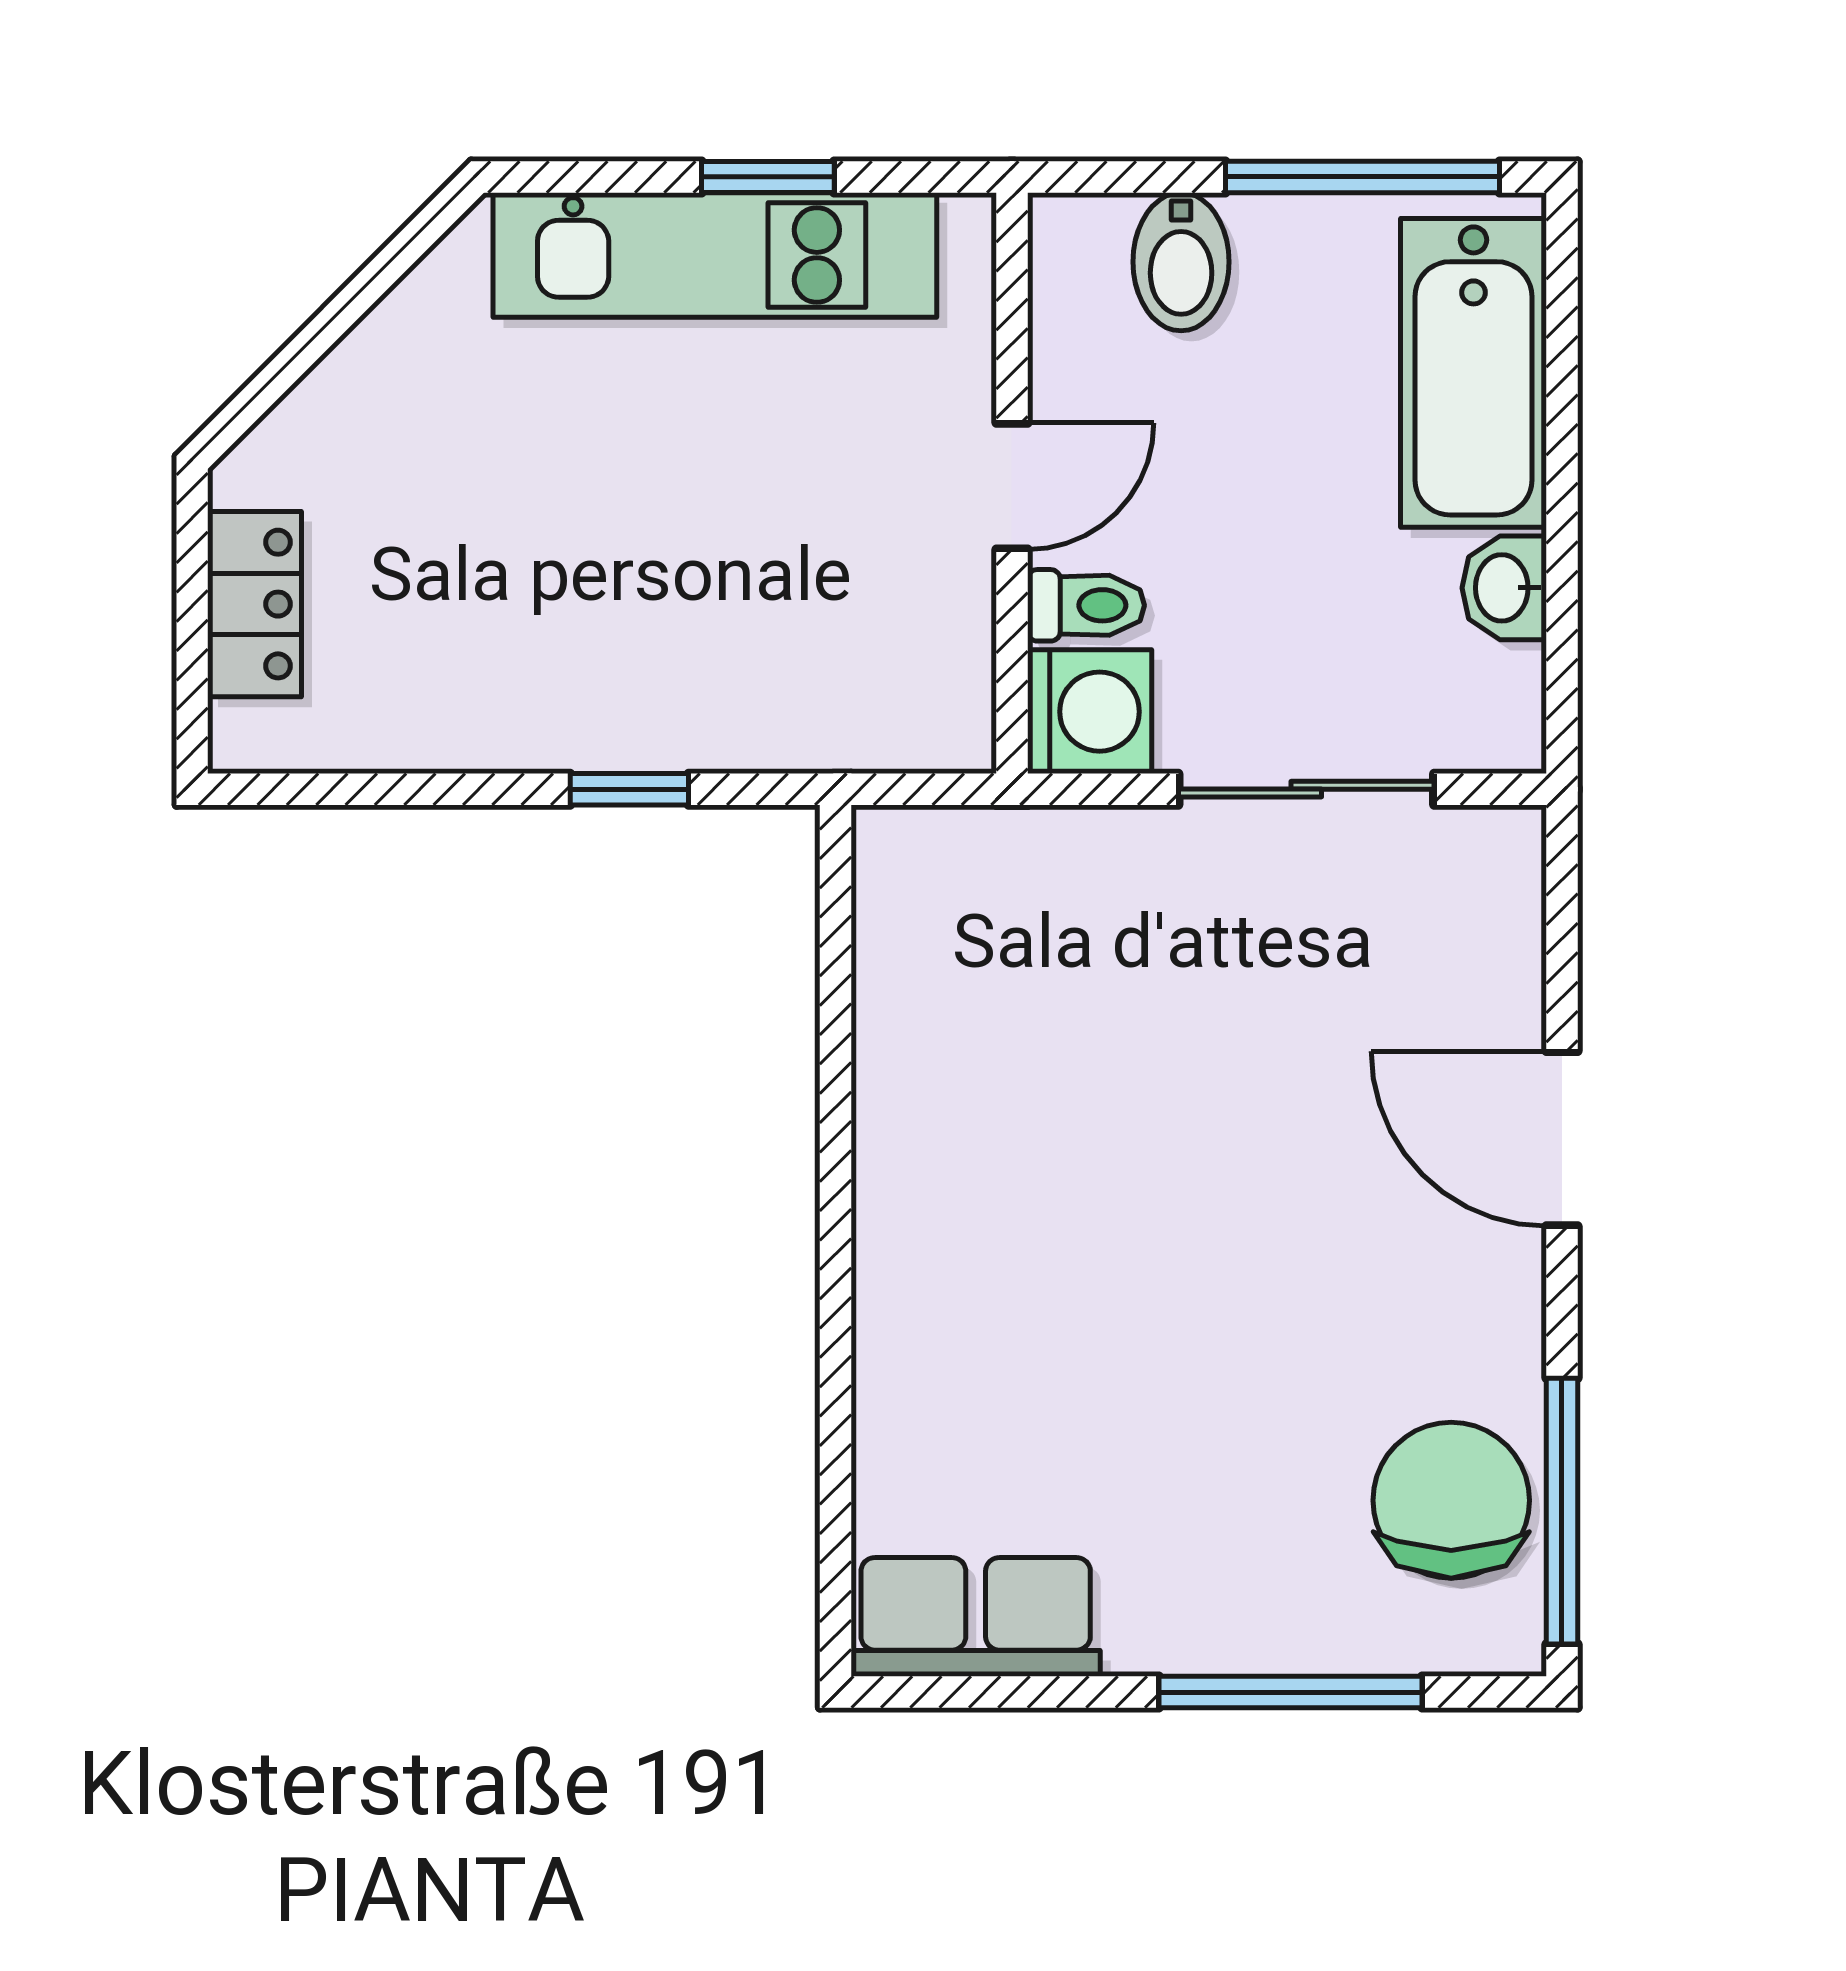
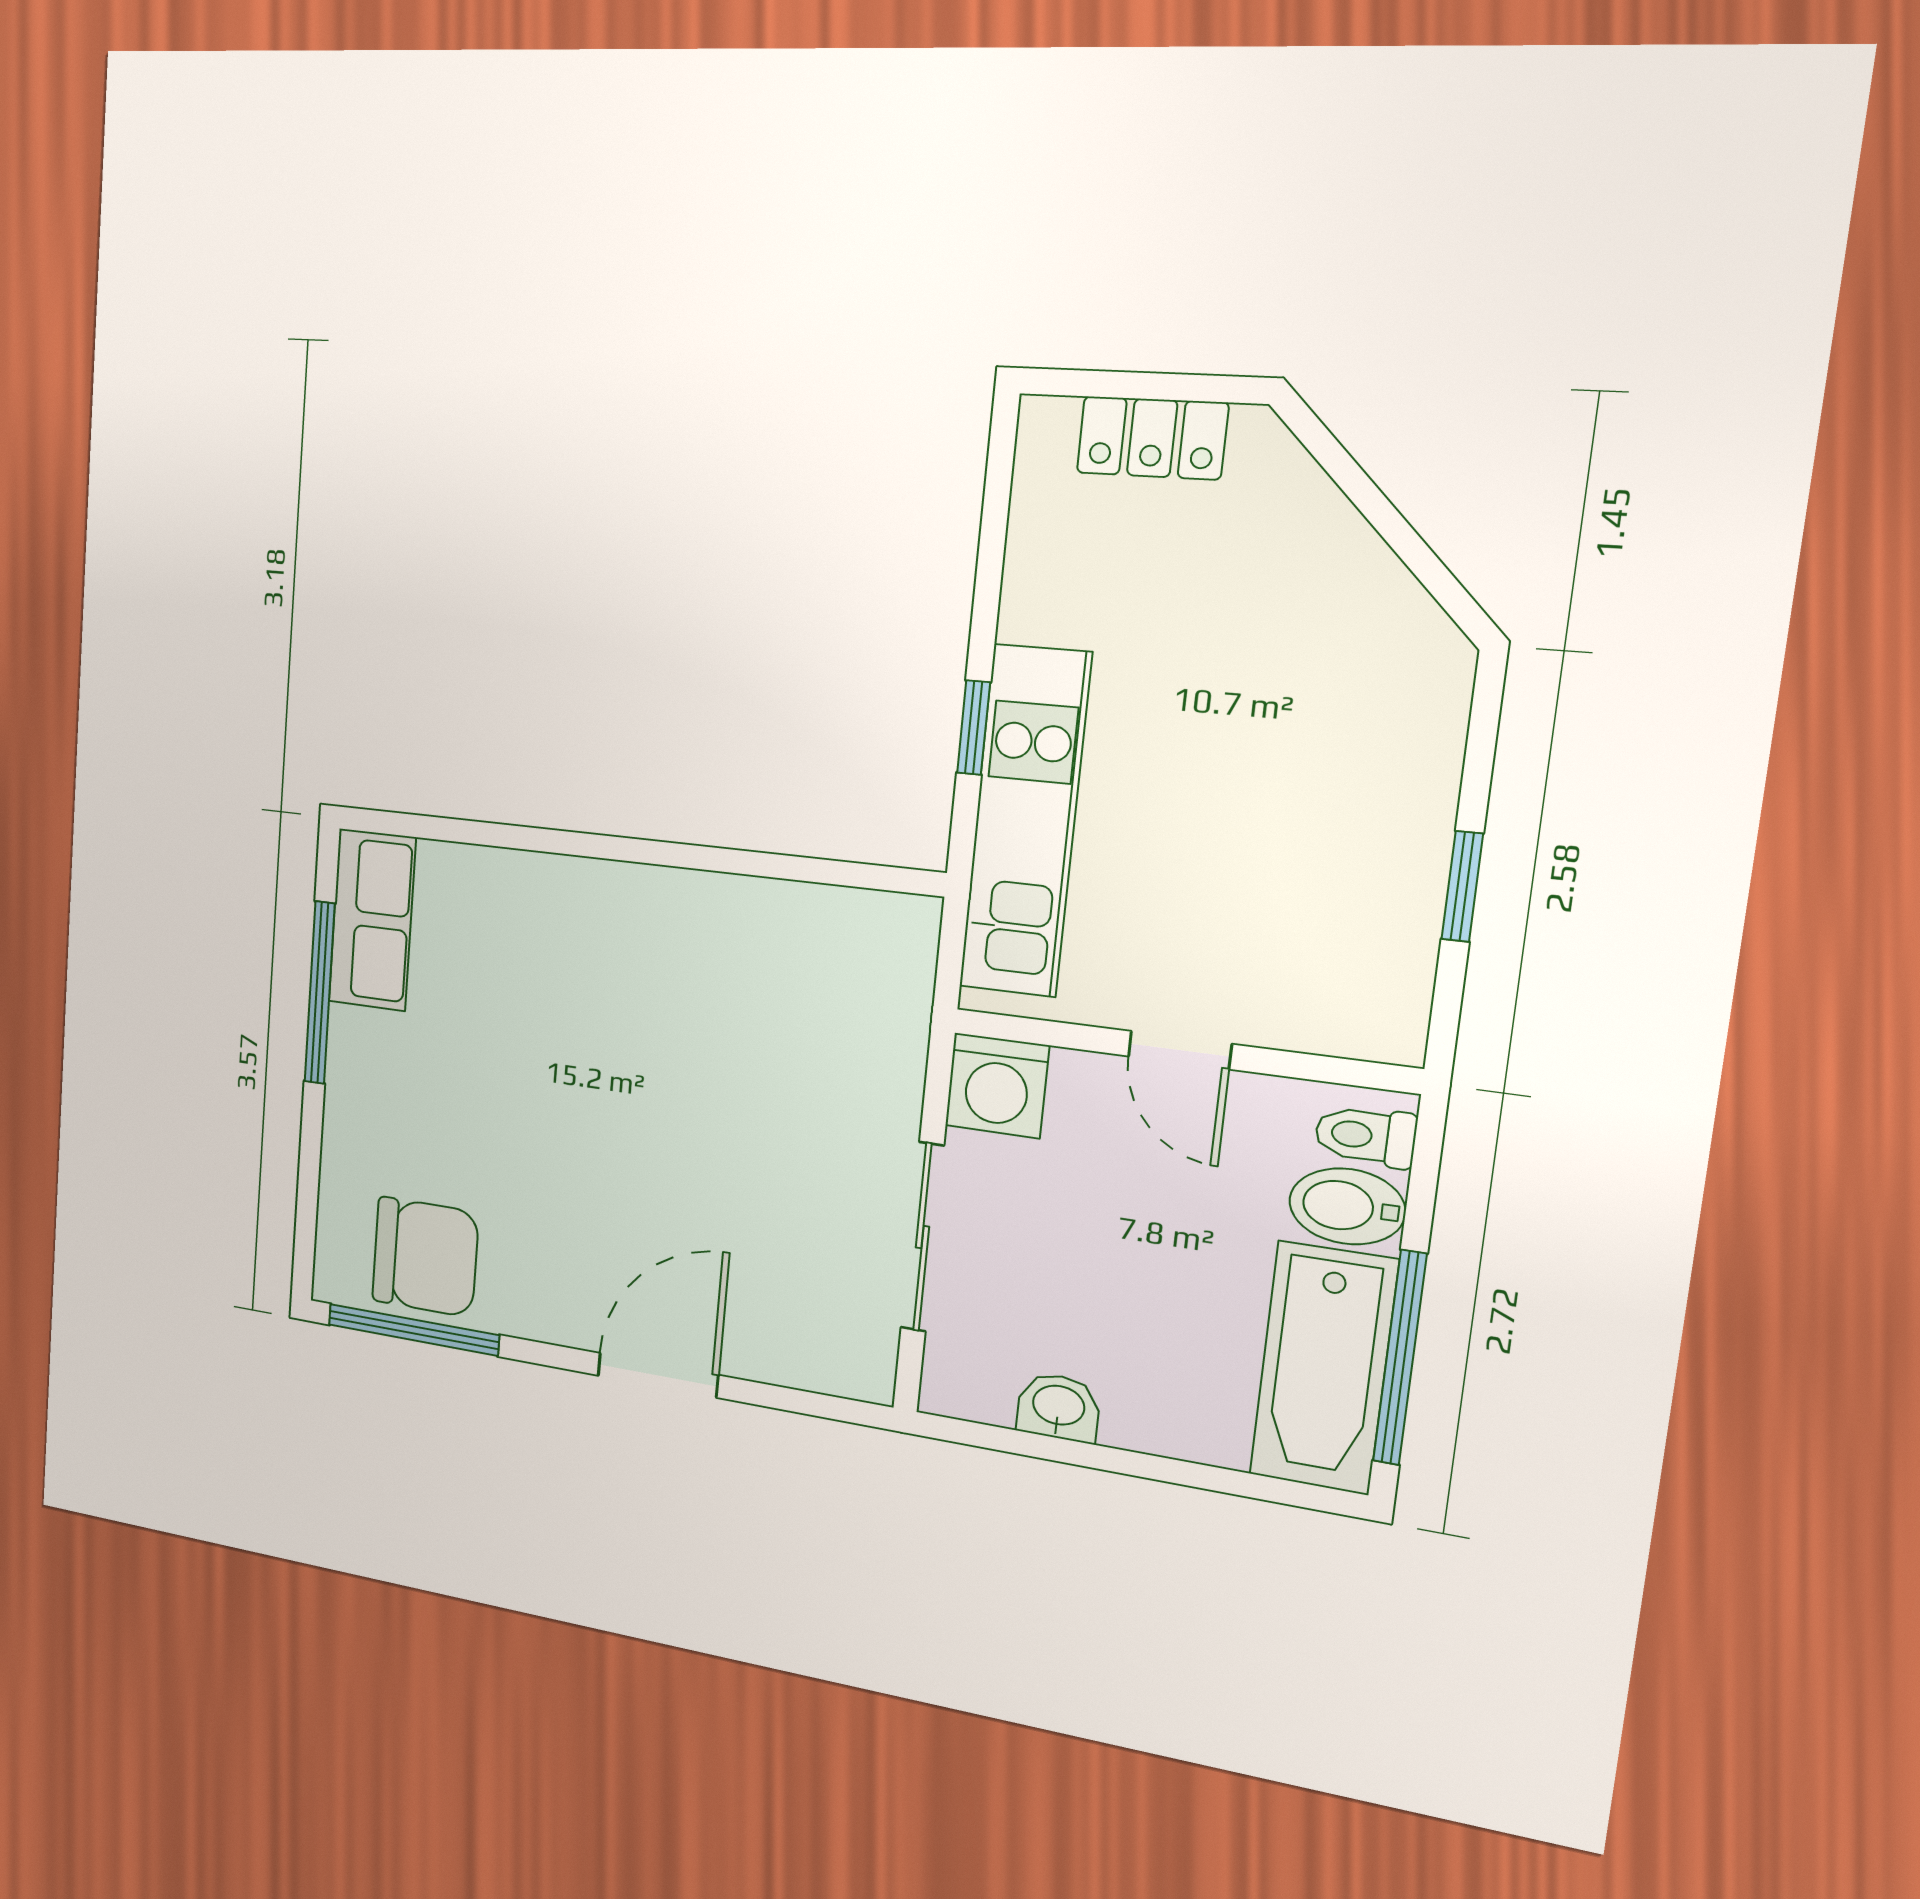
kitchen unit: (715, 255) -> (1025, 821), moved, turned 180
bathtub: (1473, 373) -> (1324, 1368), moved, turned -90
toilet: (1086, 605) -> (1365, 1136), moved, turned 90
window: (1291, 1692) -> (320, 993), moved

